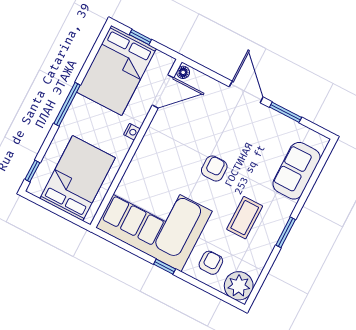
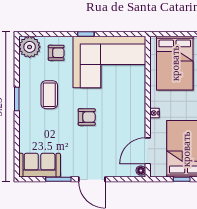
armchair: (214, 168) -> (87, 117), turned -90
sofa: (297, 171) -> (40, 165), moved, turned -90
armchair: (211, 263) -> (56, 53), turned -90

